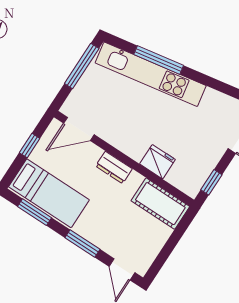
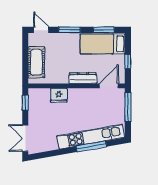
window: (82, 66) -> (128, 107), moved
dresser: (114, 167) -> (83, 78), width x1.44
cot: (160, 204) -> (36, 62), moved, turned 90

